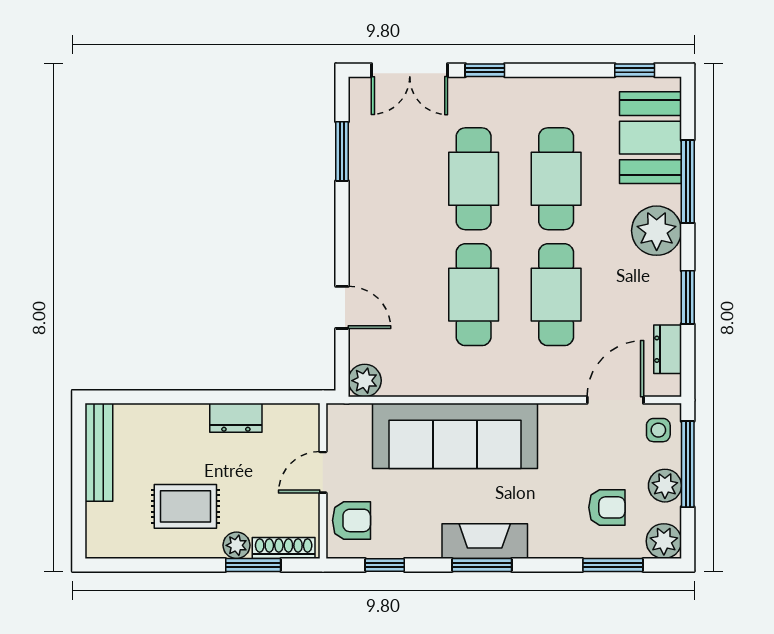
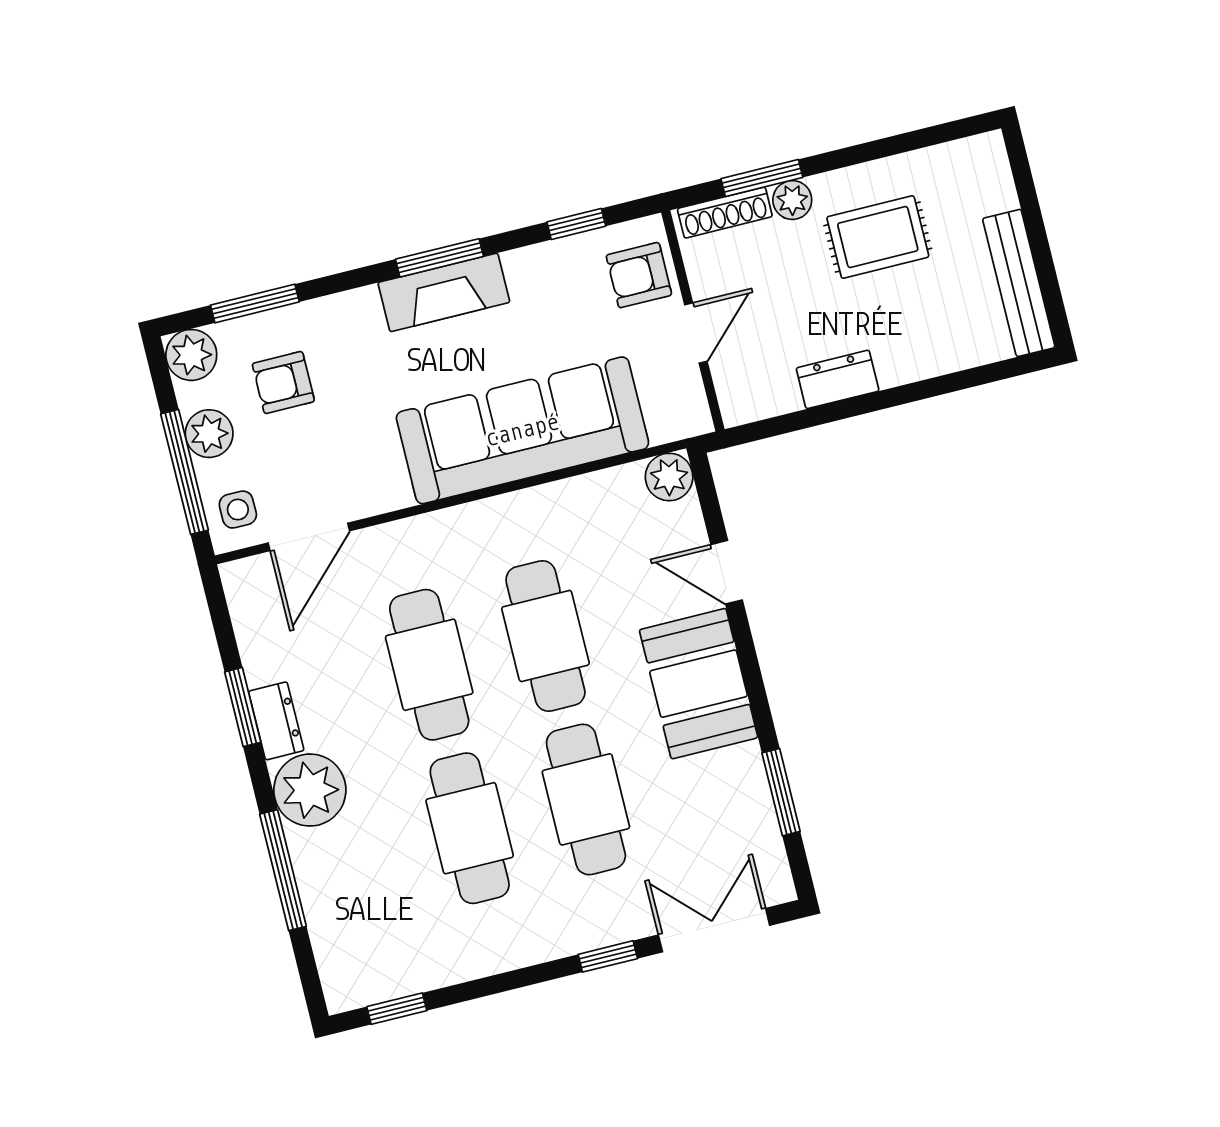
booth: (651, 138) -> (699, 684), moved
dresser: (668, 349) -> (276, 721), moved

